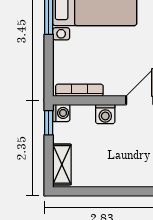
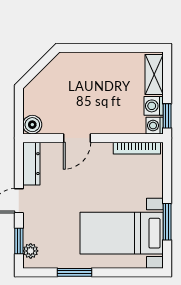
washing machine: (105, 114) -> (154, 106), moved, turned -90

